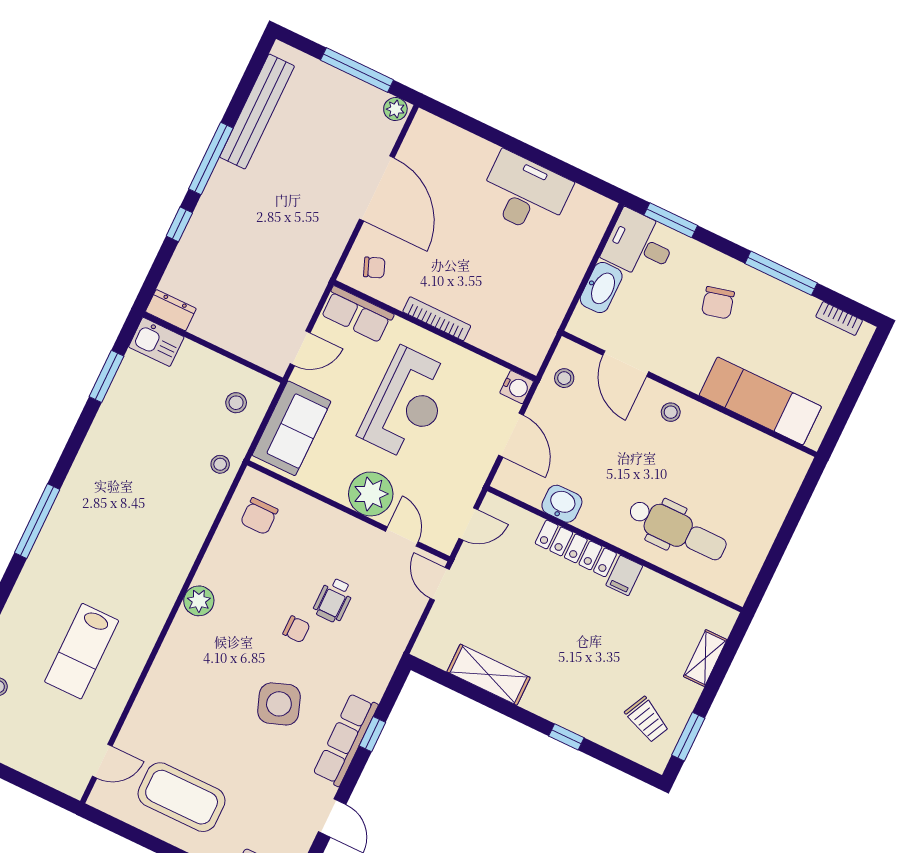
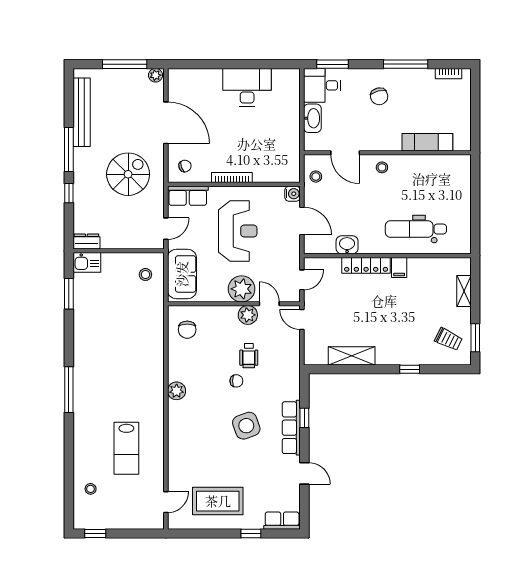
spiral stairs: (282, 239) -> (128, 174), added
exam couch: (760, 401) -> (427, 142), width x0.73, depth x0.69
stool: (220, 464) -> (153, 312), removed
dental chair: (677, 530) -> (416, 229), turned 180
plant: (361, 538) -> (248, 315), added

